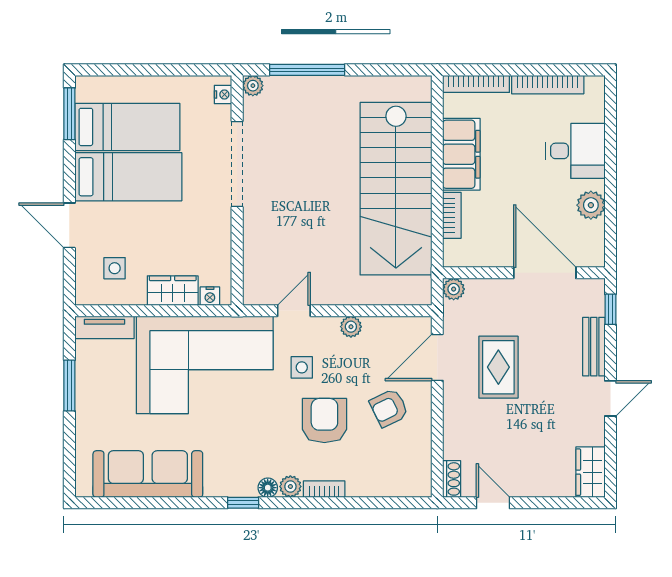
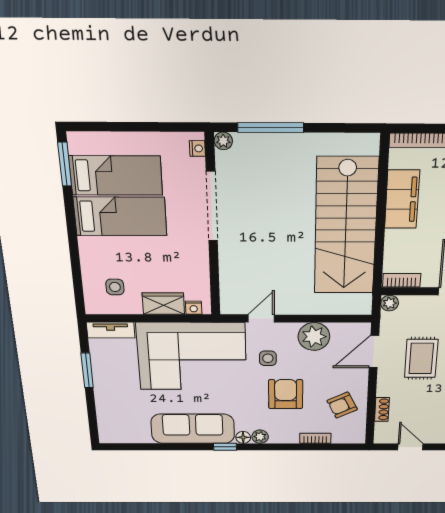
bookcase: (452, 215) -> (402, 280), moved, turned -90
door: (69, 225) -> (75, 254), removed
plant: (351, 327) -> (314, 337), width x1.87, depth x1.87
armchair: (389, 408) -> (342, 405), moved
sofa: (148, 474) -> (193, 429), moved
shoe rack: (452, 479) -> (382, 409), moved
bookcase: (324, 489) -> (315, 438), moved

